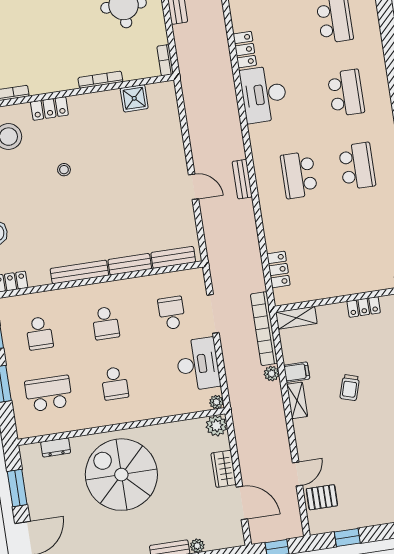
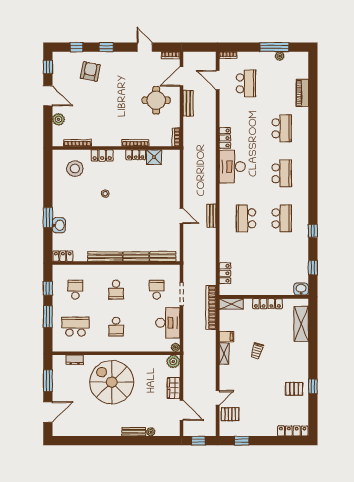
locker: (104, 99) -> (136, 155), added
locker: (364, 307) -> (267, 304), width x1.53
school desk: (39, 333) -> (75, 290), turned 180
plant: (272, 374) -> (211, 335), removed

